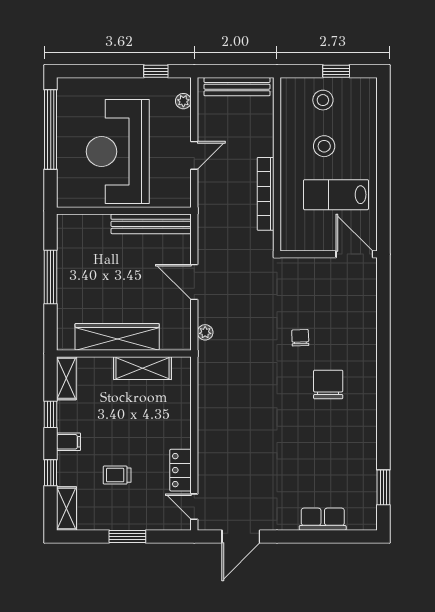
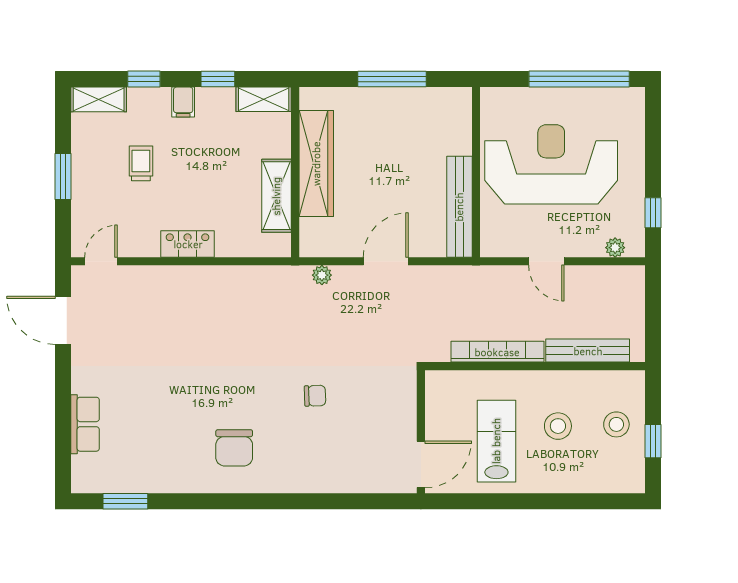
bench: (237, 87) -> (588, 351), moved, turned 90
chair: (328, 385) -> (234, 448), moved, turned 90
locker: (181, 470) -> (188, 244), moved

